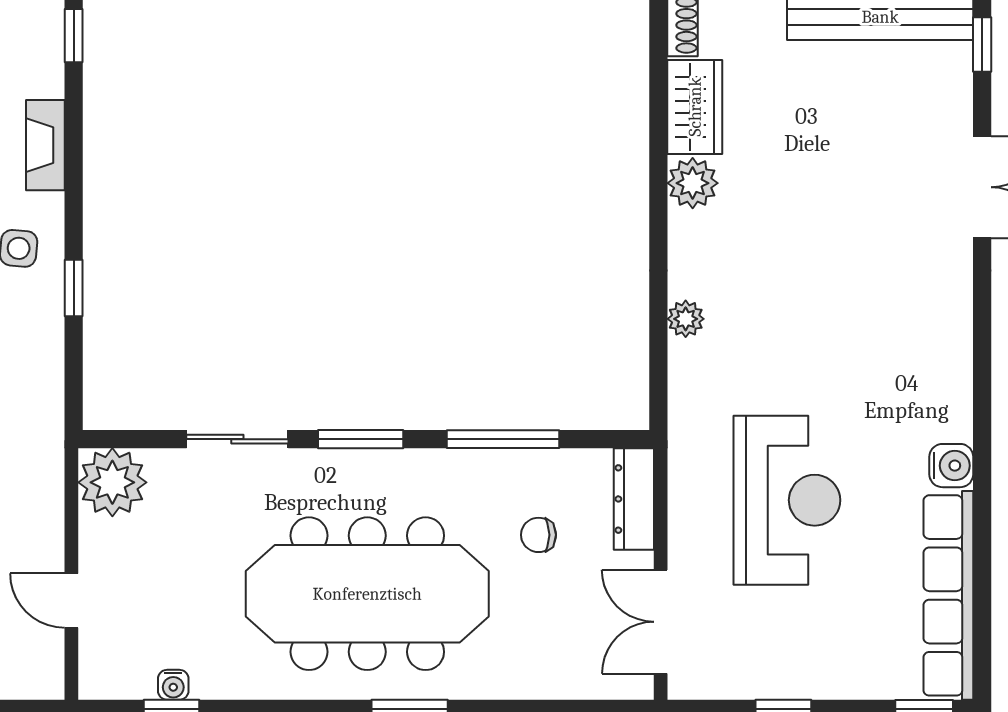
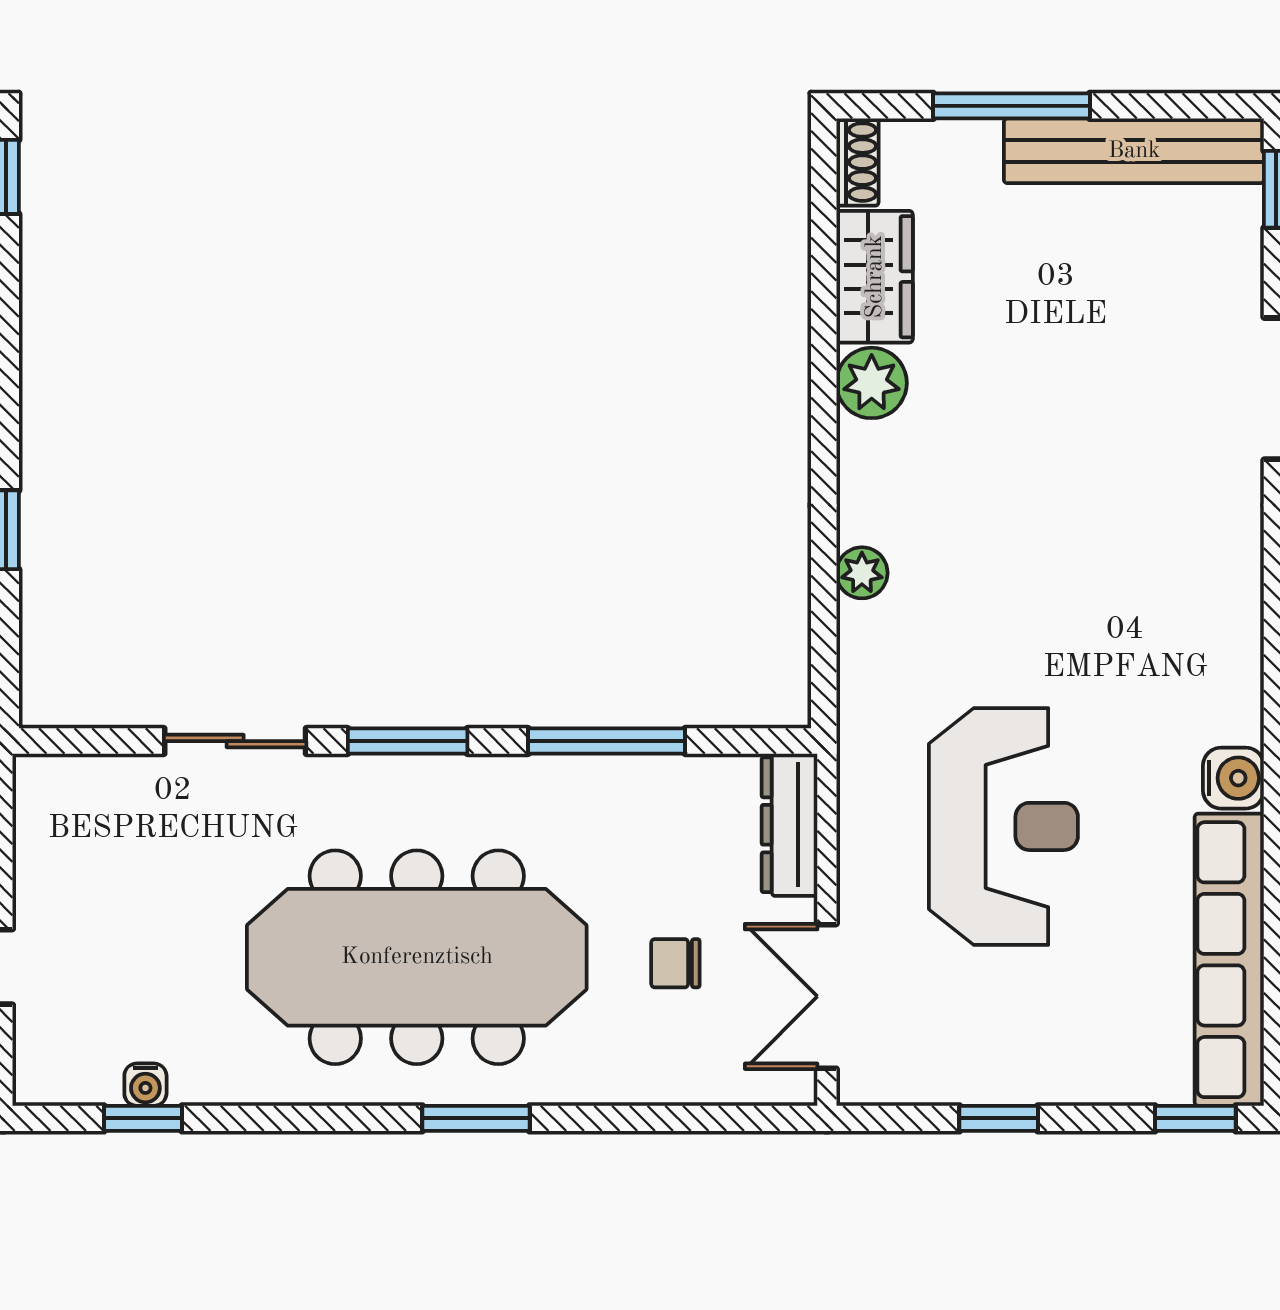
plant: (112, 482) -> (60, 801), removed
chair: (538, 535) -> (675, 963), moved

